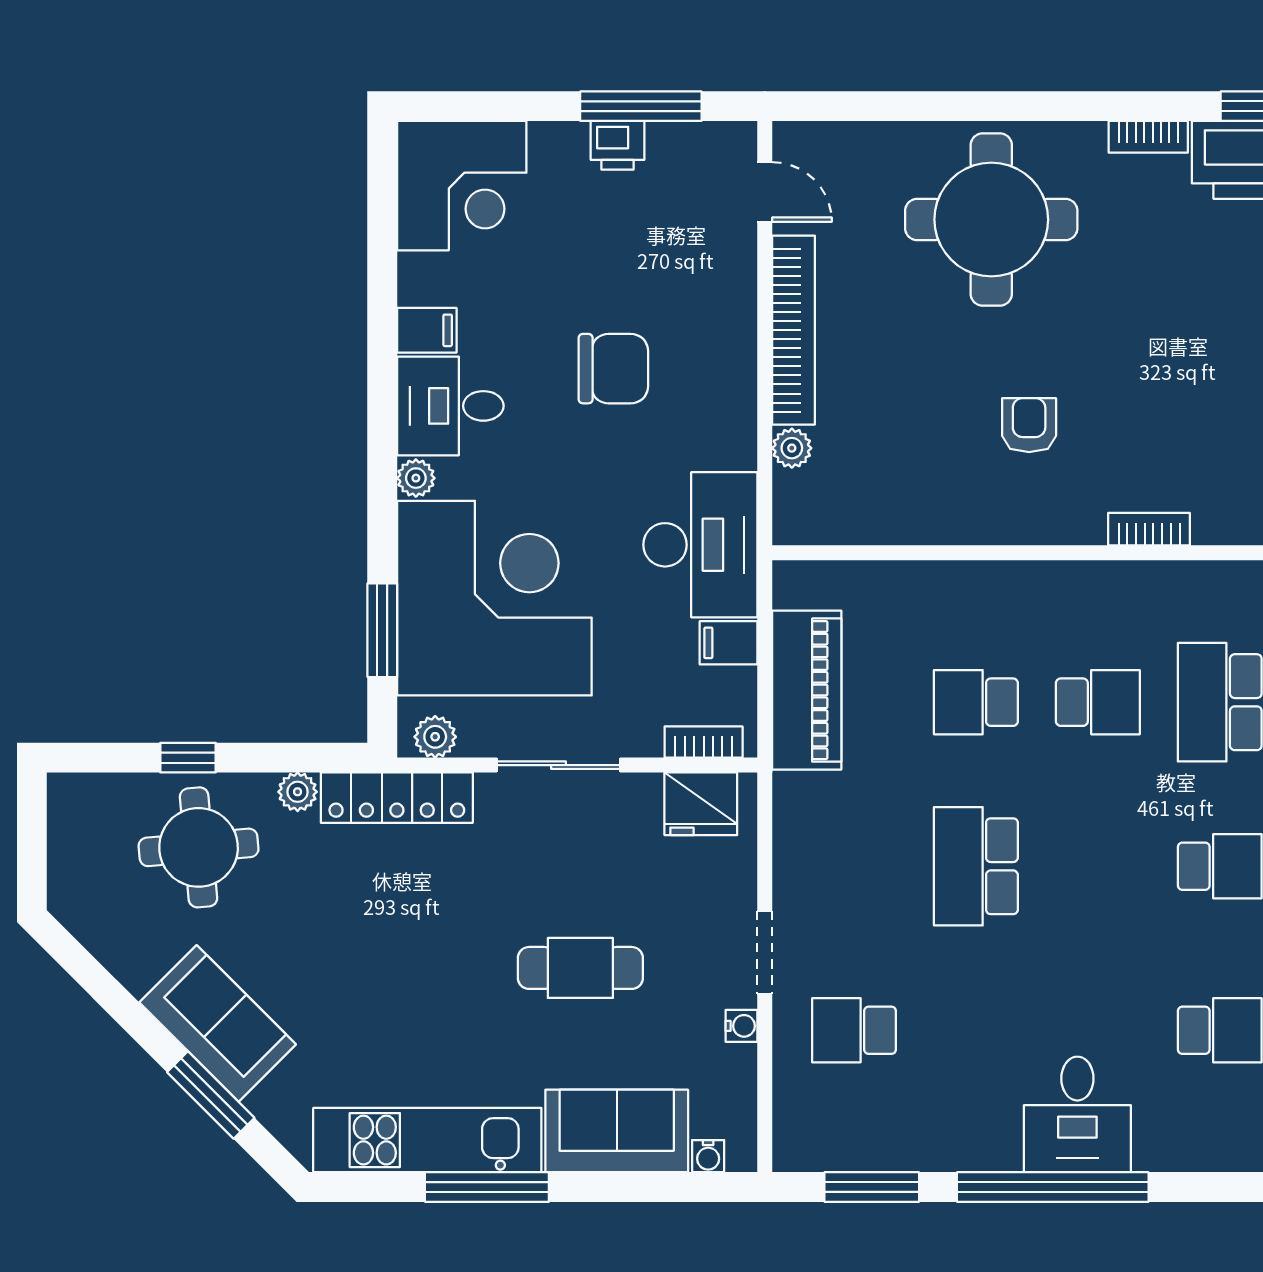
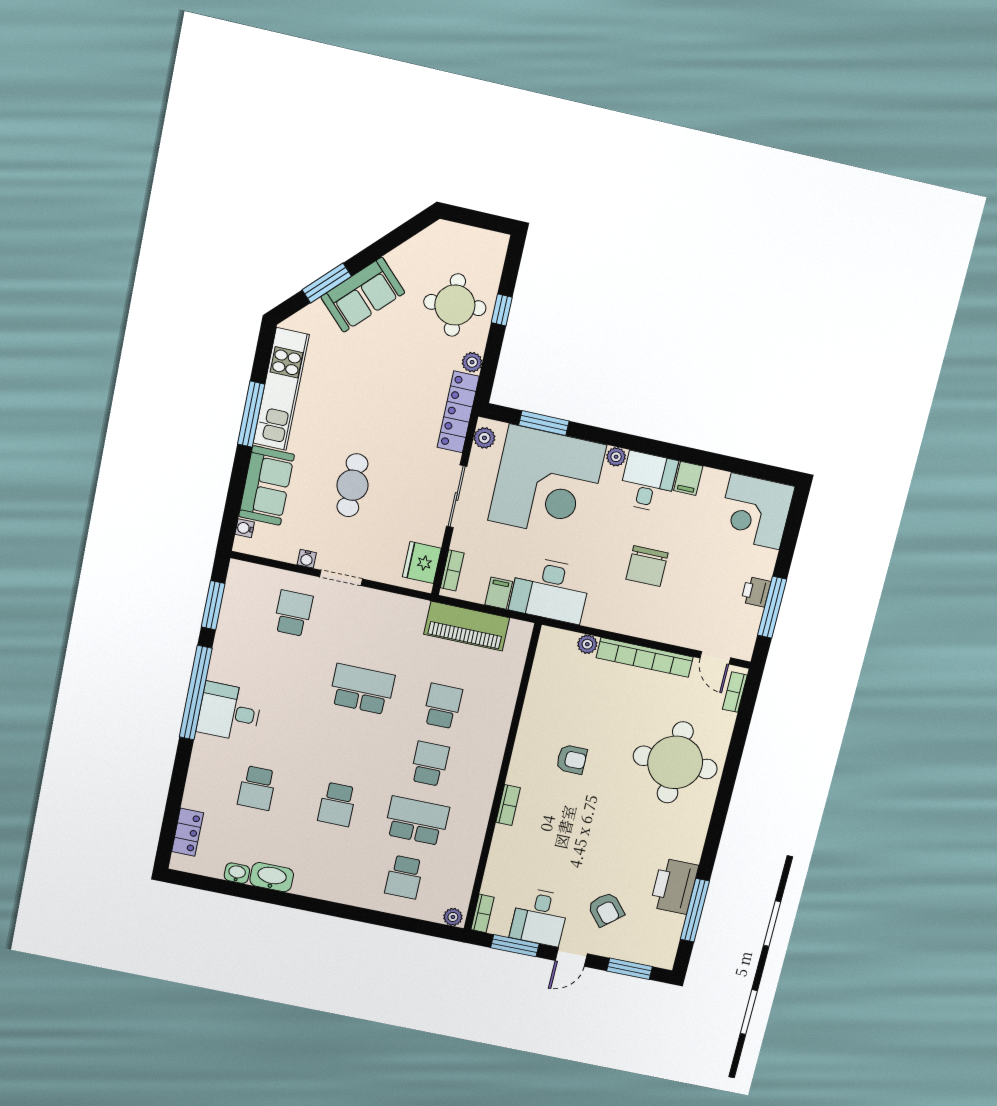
bookcase: (1148, 137) -> (735, 692), moved
door: (765, 192) -> (715, 658), hinge flipped
school desk: (1098, 702) -> (430, 764), turned 180

